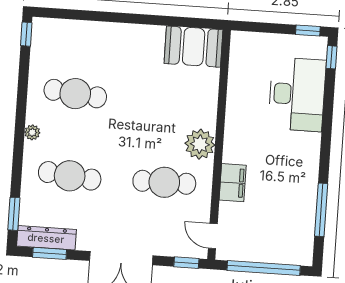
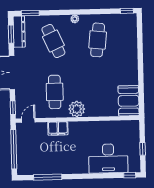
window: (308, 31) -> (143, 149), moved
cafe table: (70, 176) -> (53, 41), turned -30

